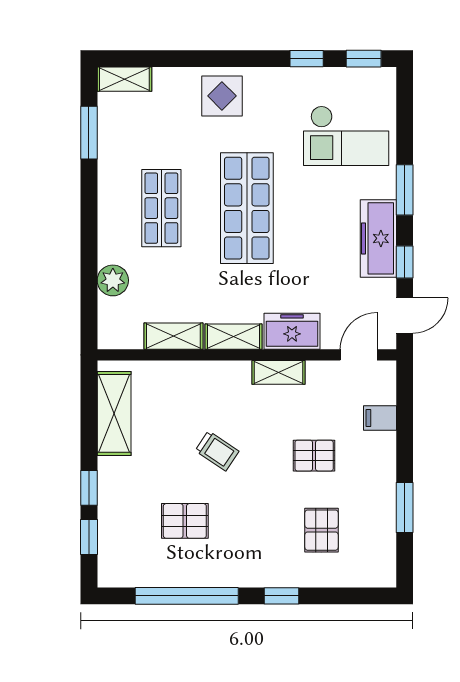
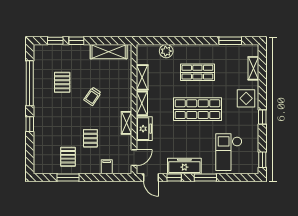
window: (307, 59) -> (262, 117), moved
shelving: (124, 79) -> (253, 68), moved
door: (359, 355) -> (134, 158), hinge flipped
pallet: (321, 530) -> (68, 157), moved, turned 90

